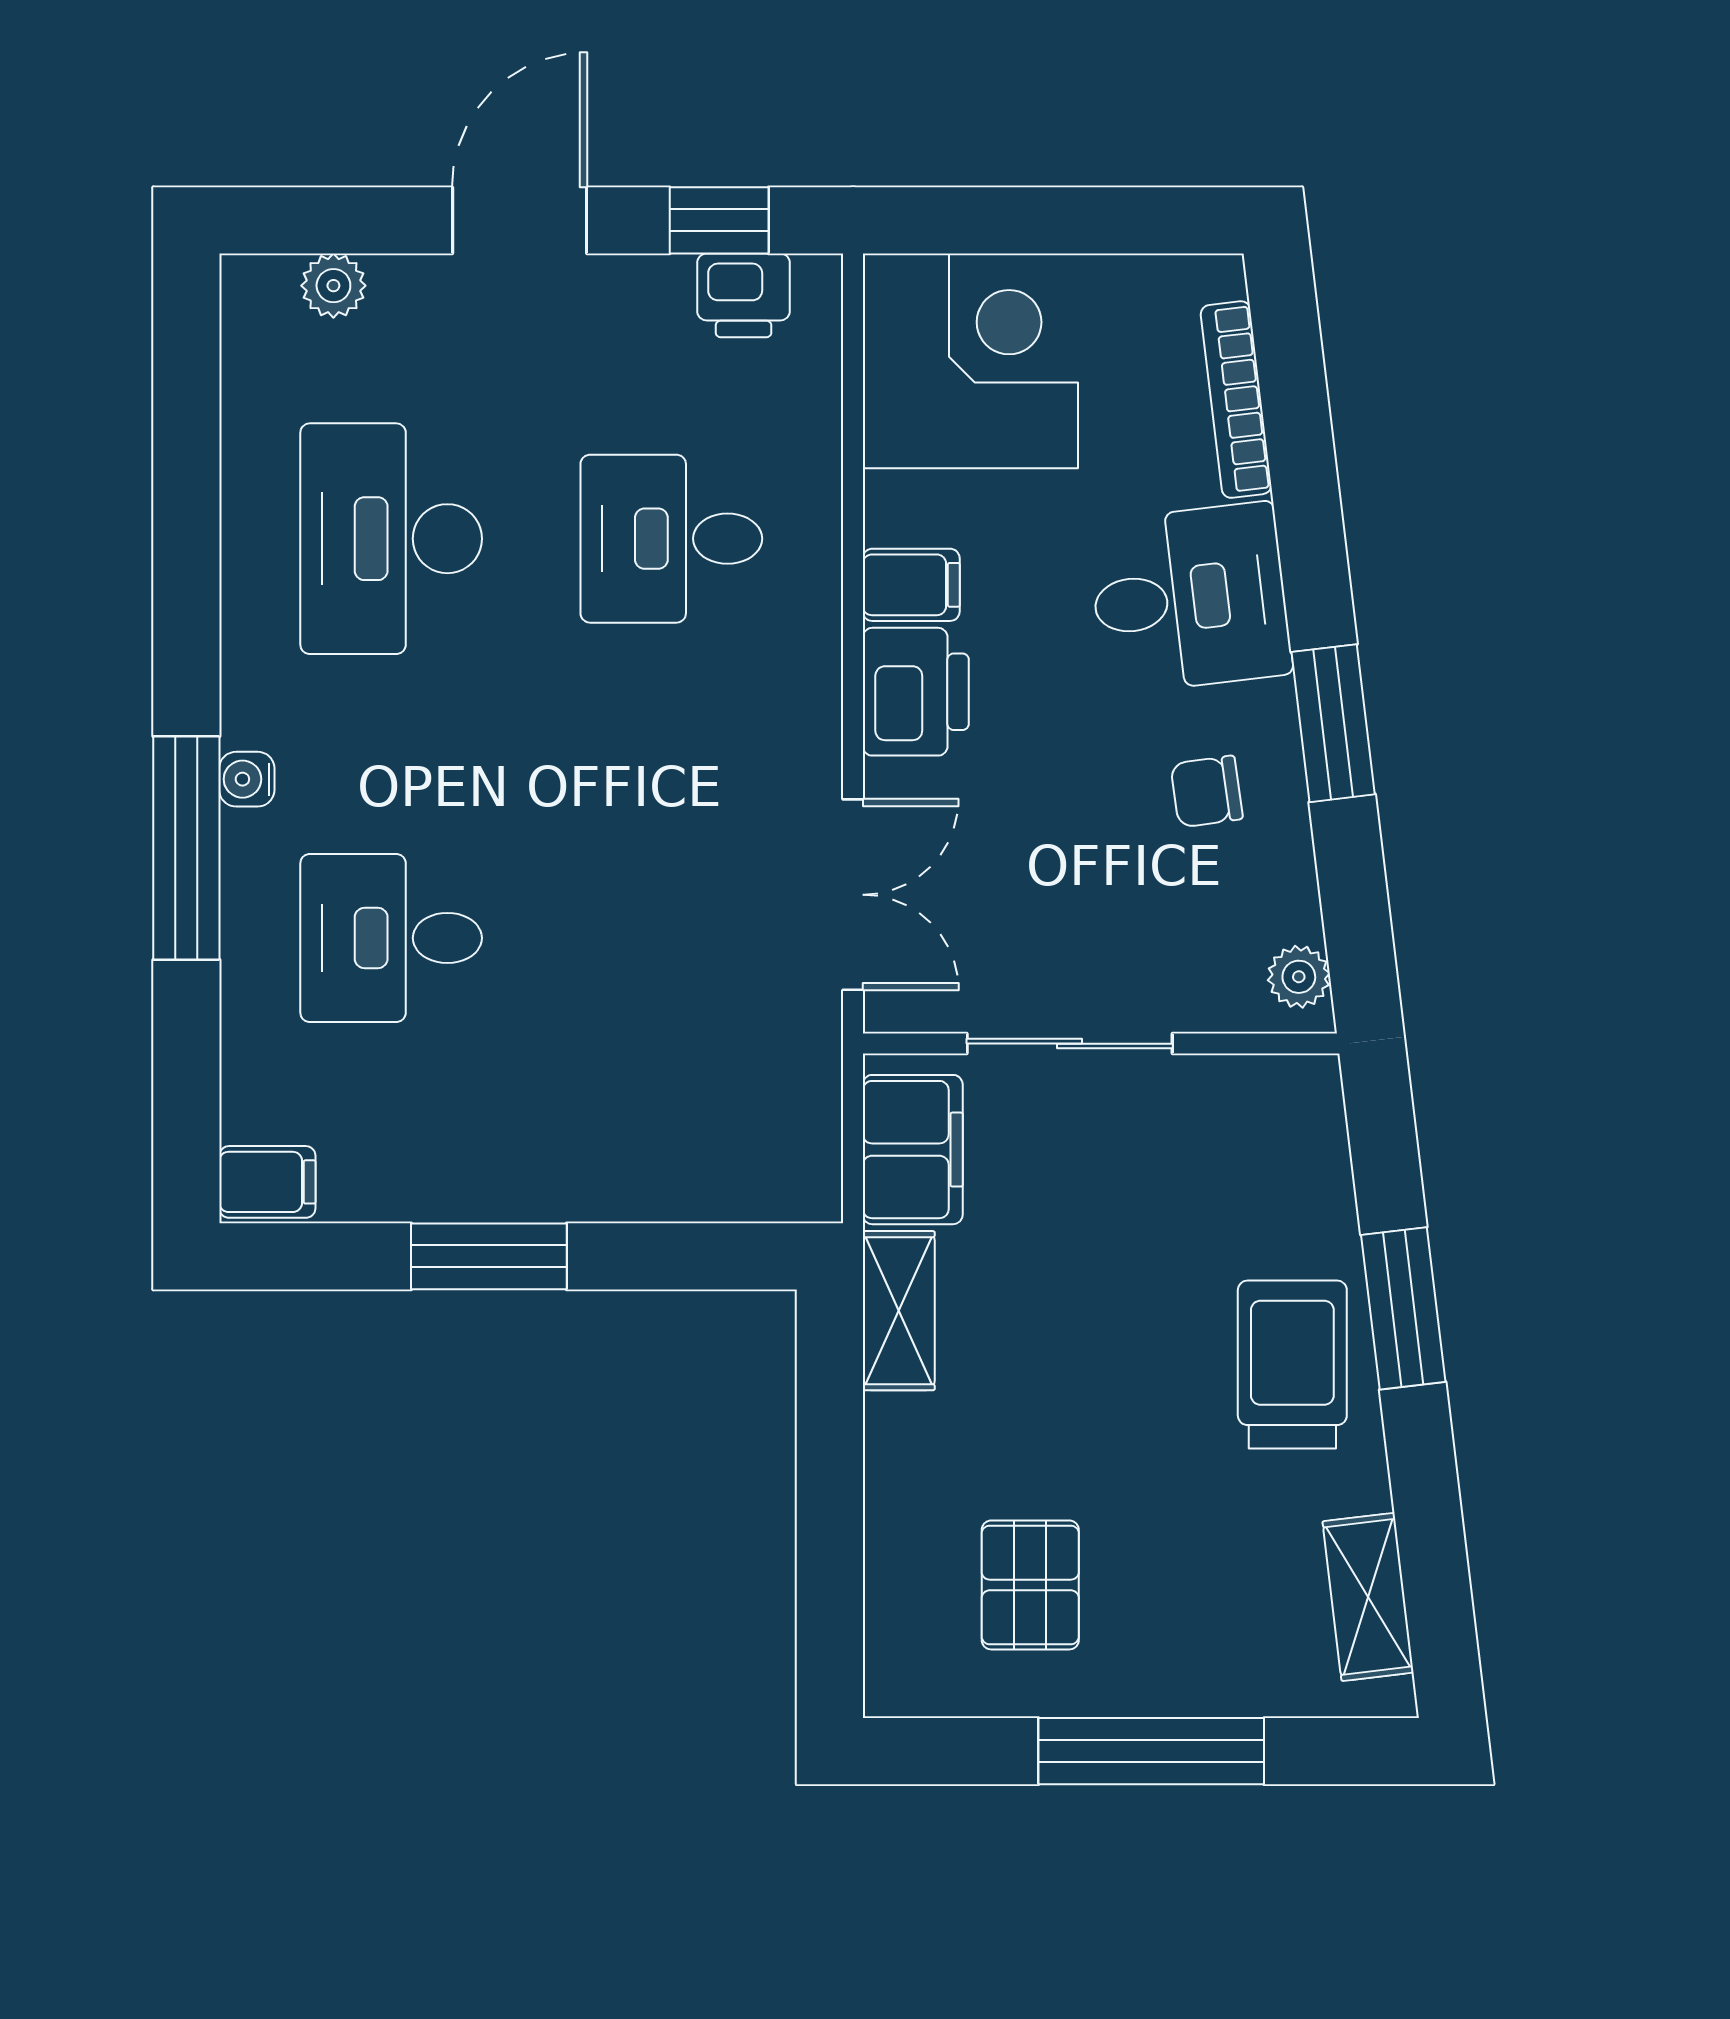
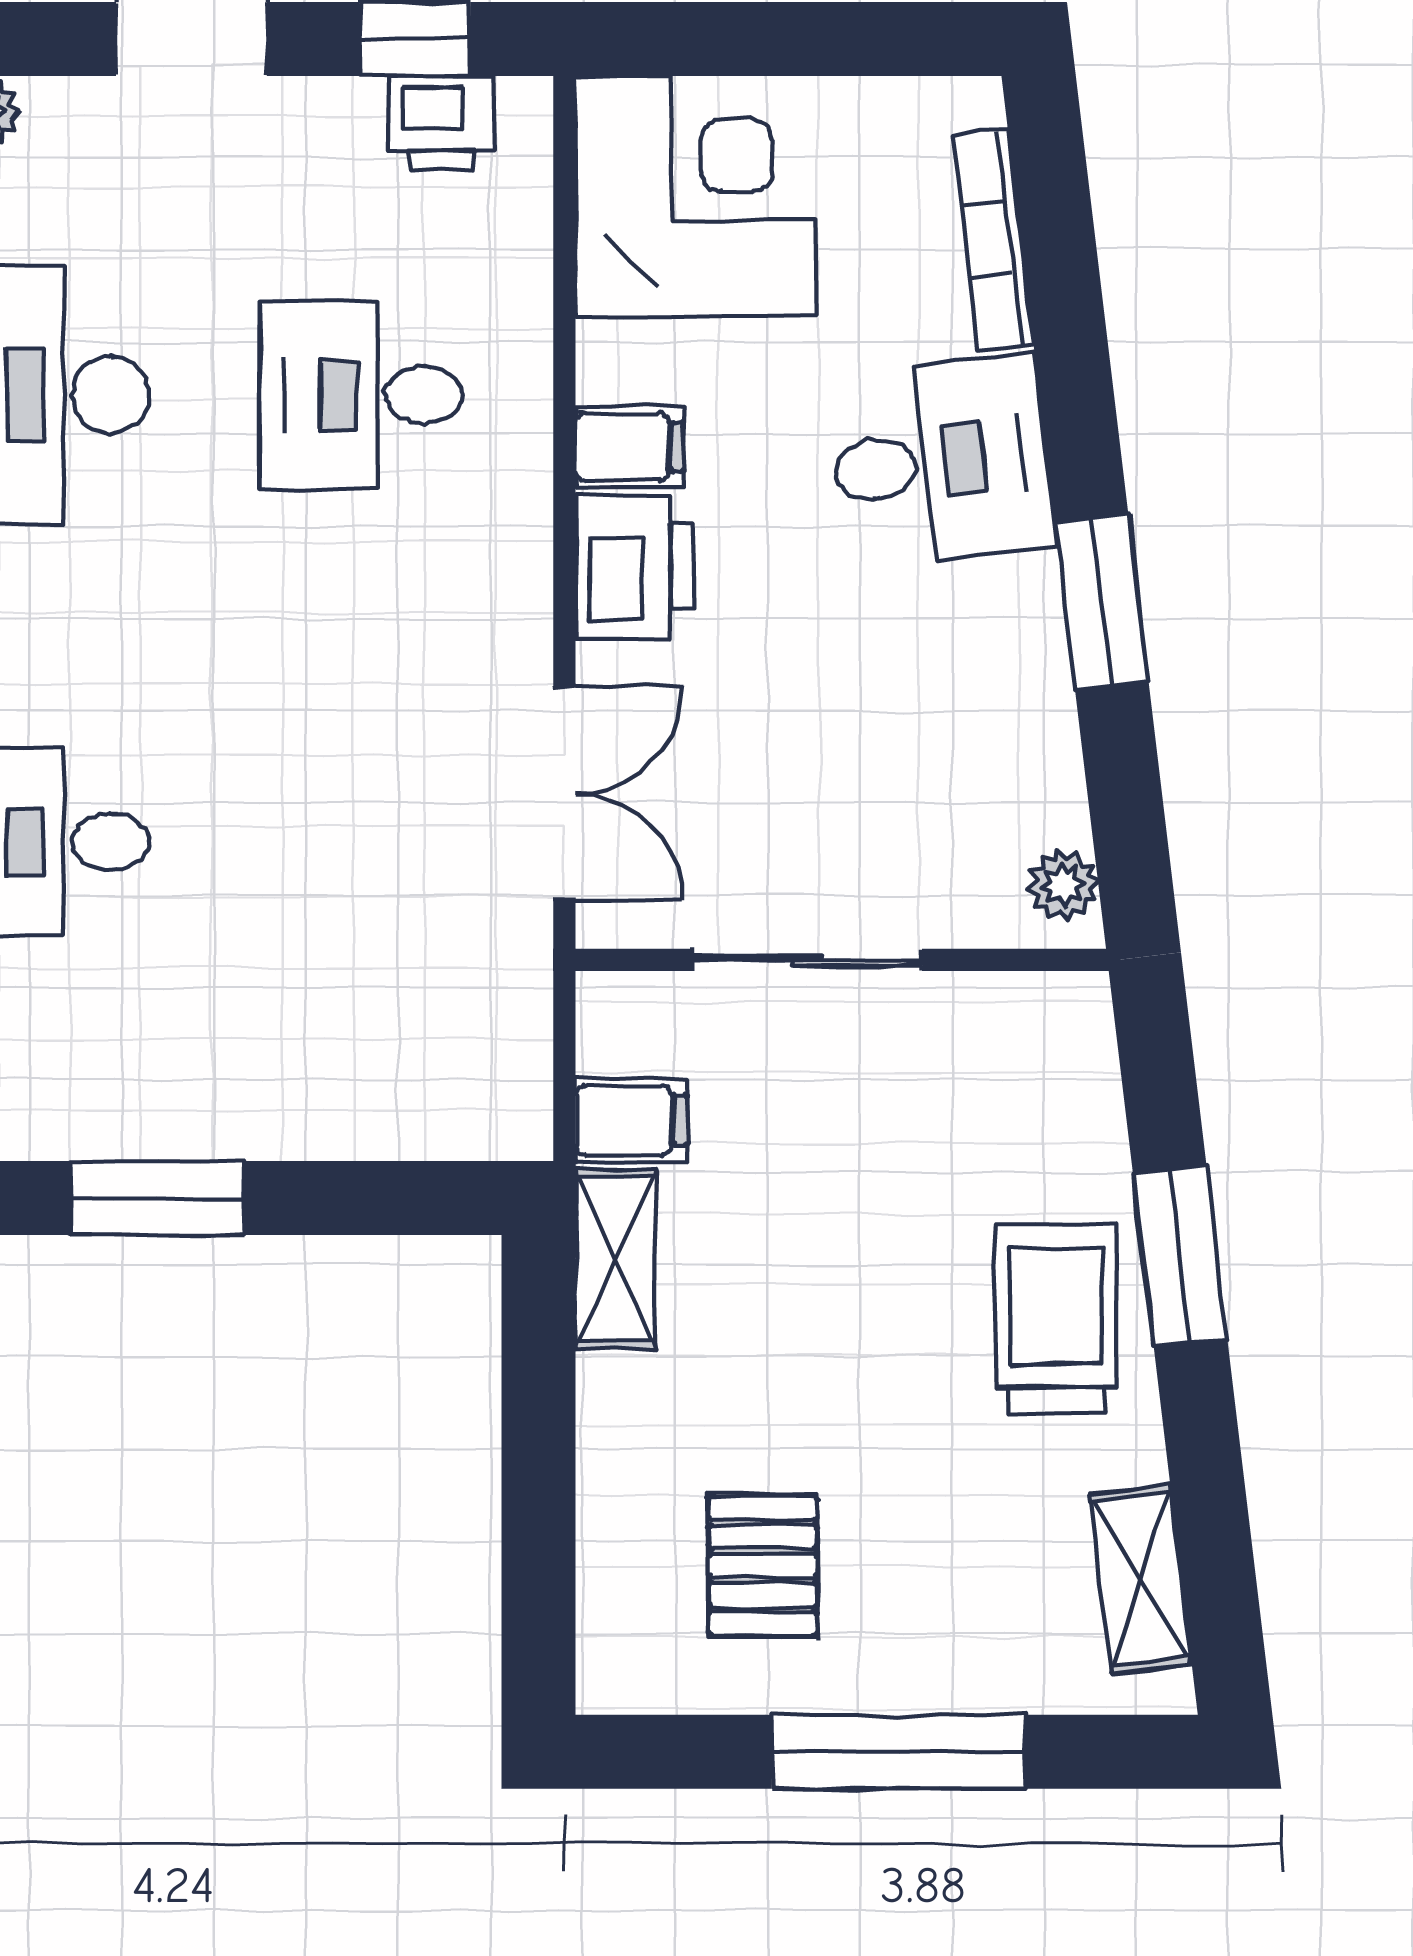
chair: (1207, 791) -> (960, 678), removed
filing cabinet: (913, 1150) -> (631, 1120), width x0.50

